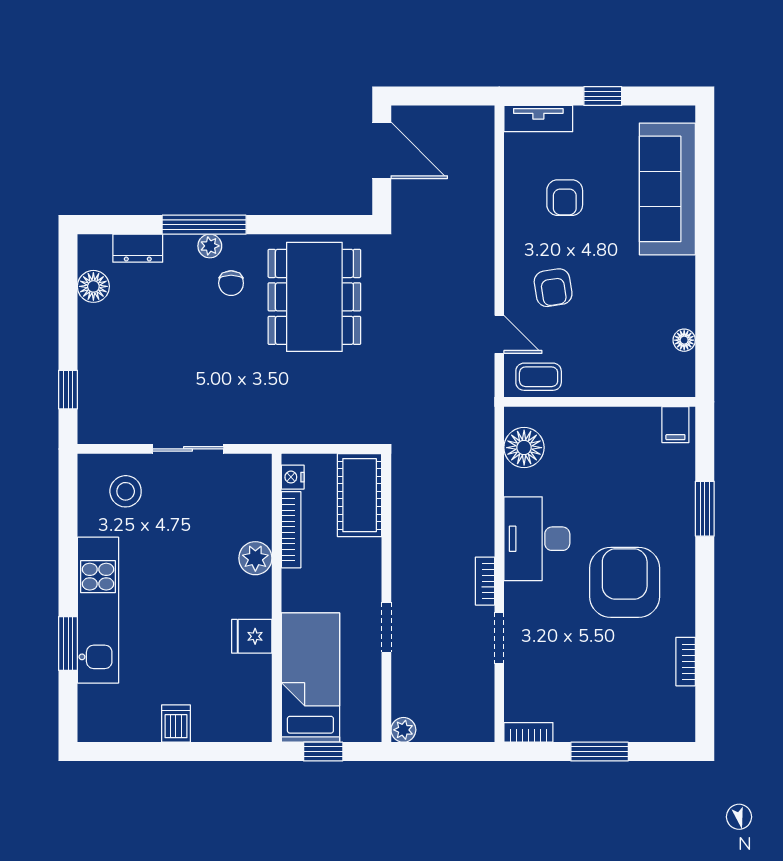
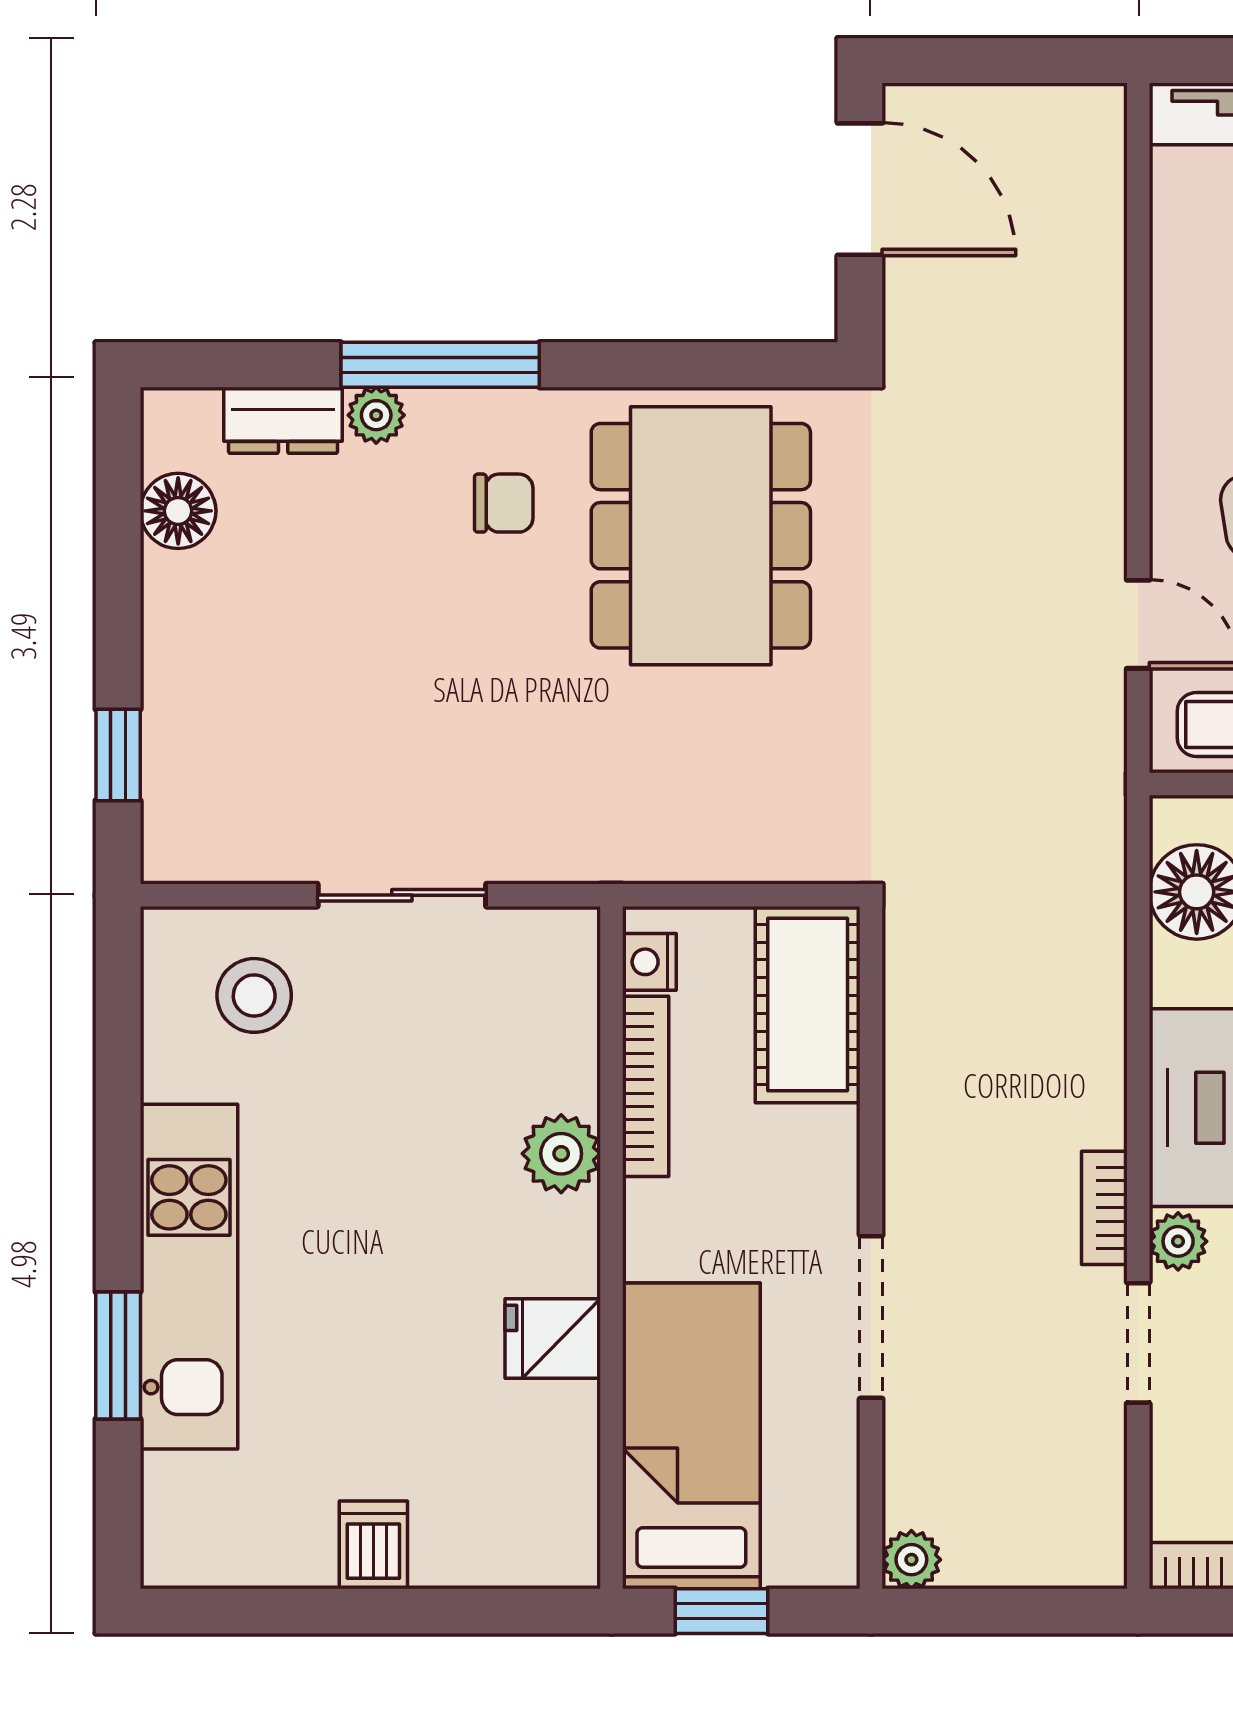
plant: (210, 246) -> (376, 415), moved
chair: (231, 283) -> (504, 503), turned -90
plant: (516, 595) -> (1178, 1241), added
doorway: (386, 627) -> (871, 1317), width x1.38

